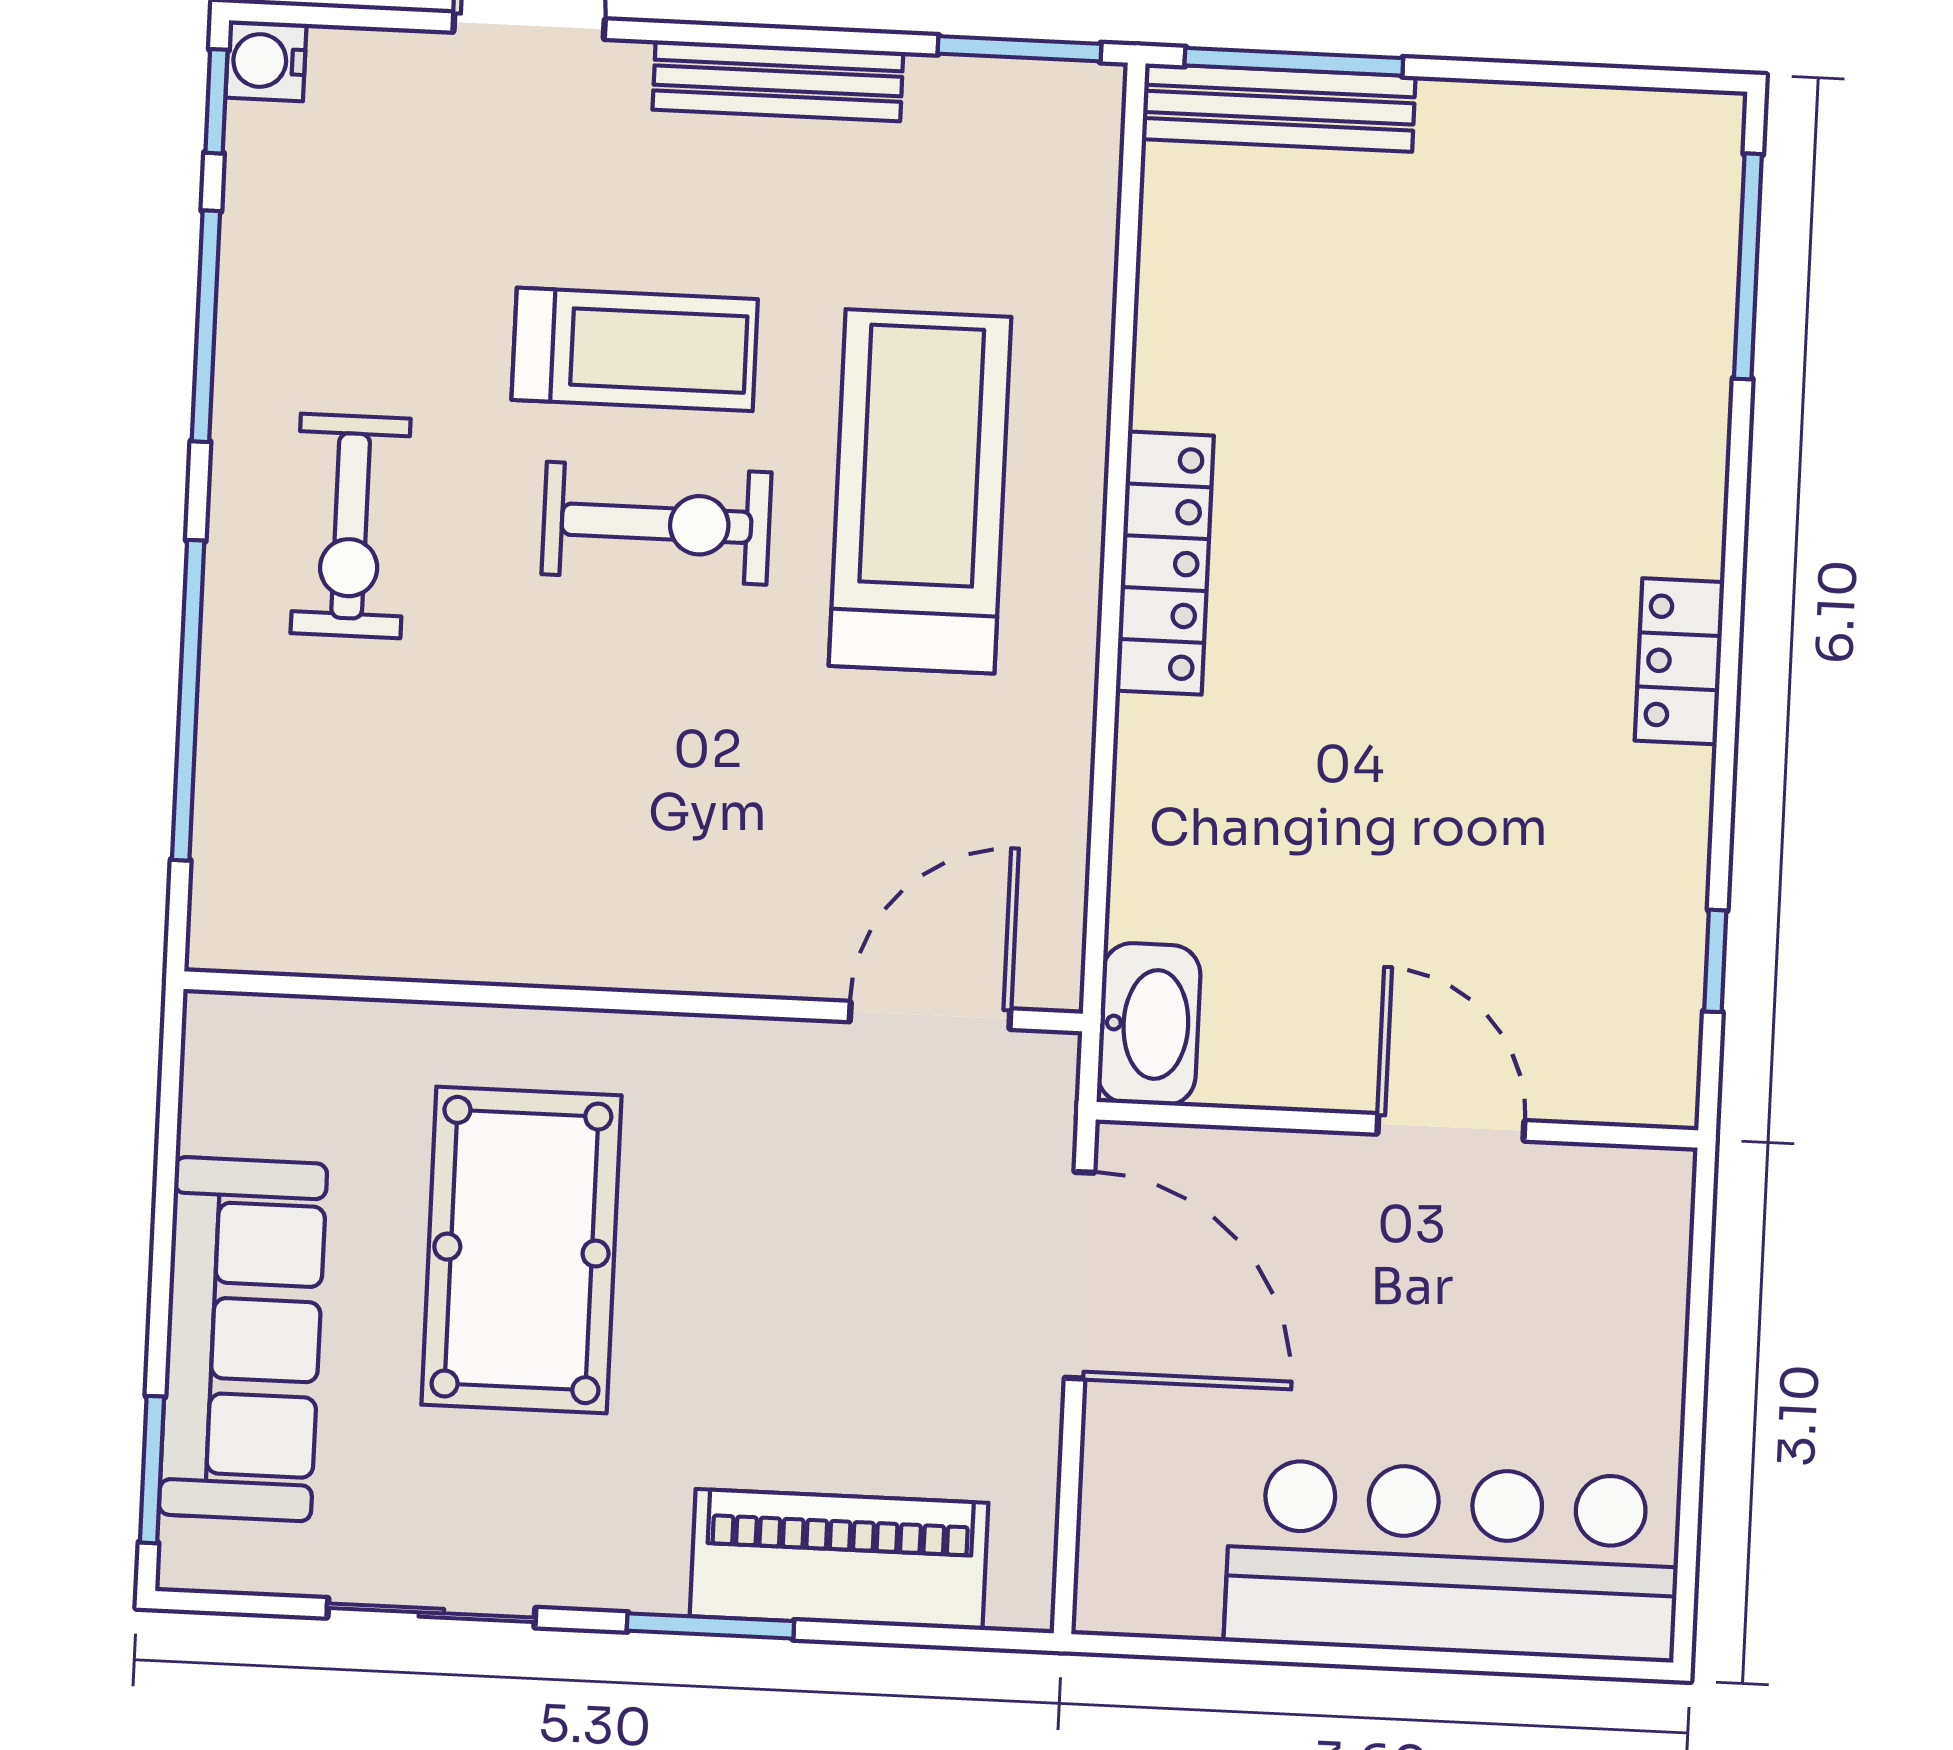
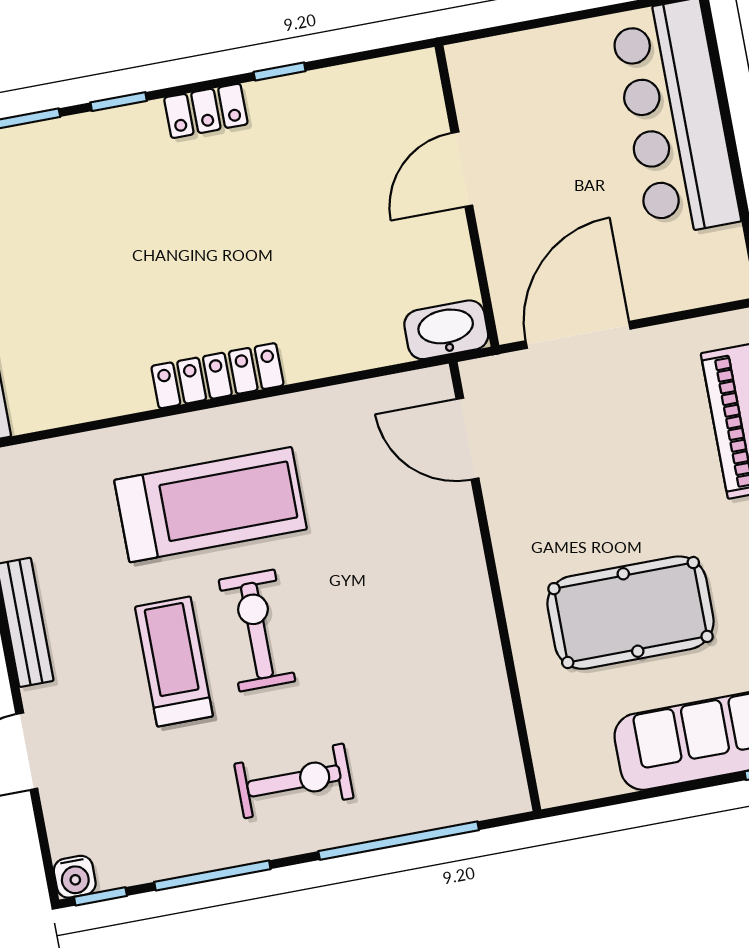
treadmill: (920, 491) -> (211, 505), turned 180
window: (1737, 498) -> (119, 102), added
window: (1715, 961) -> (280, 71), moved

